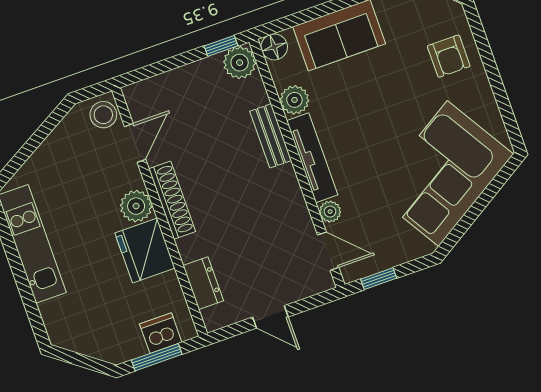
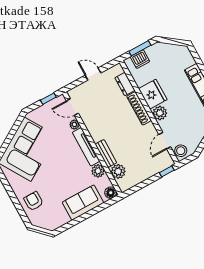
window: (221, 46) -> (167, 171), moved
plant: (240, 63) -> (118, 171), moved
shoe rack: (172, 200) -> (139, 108), moved

